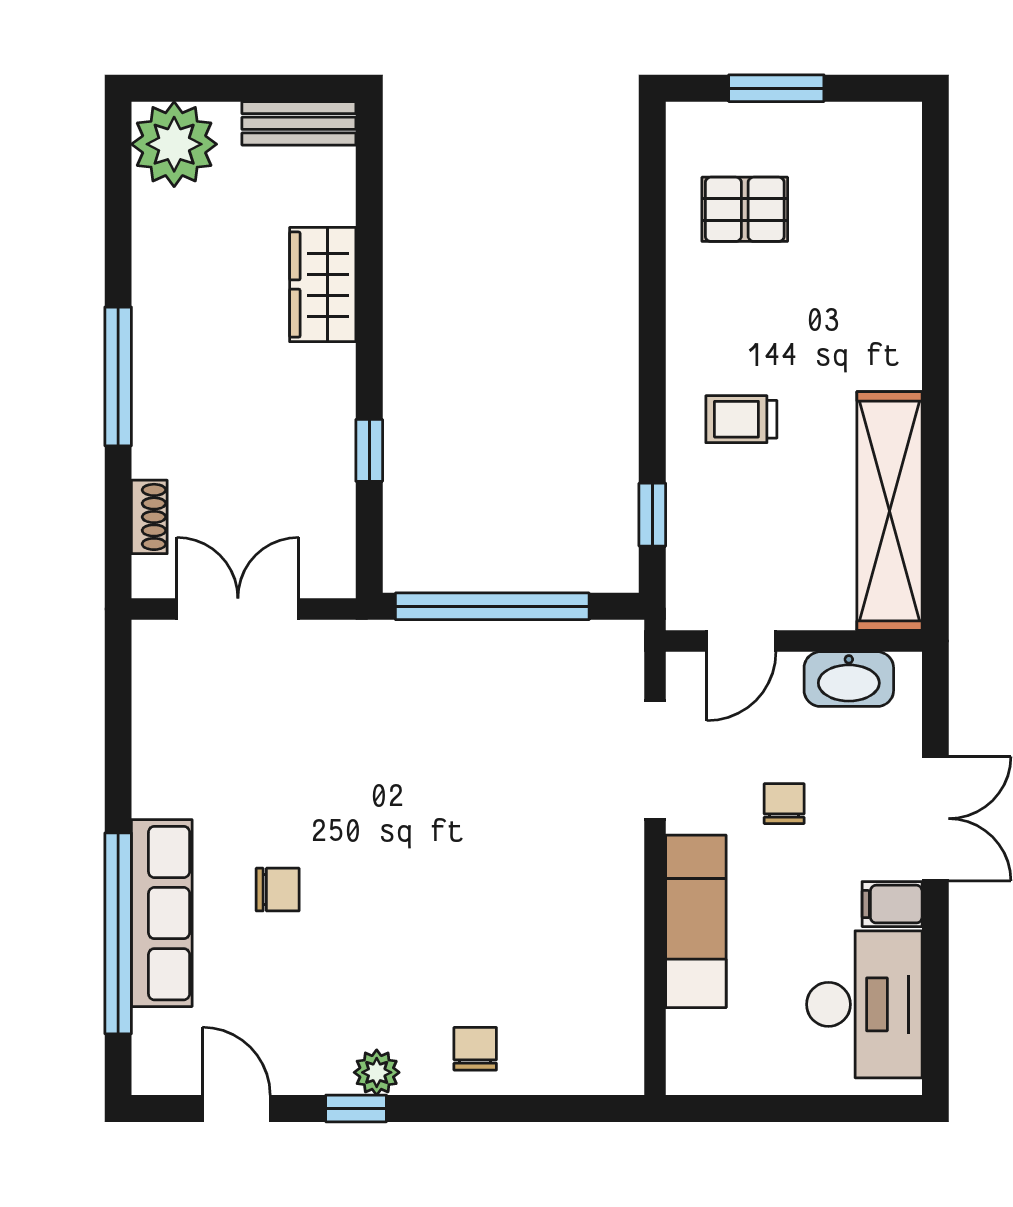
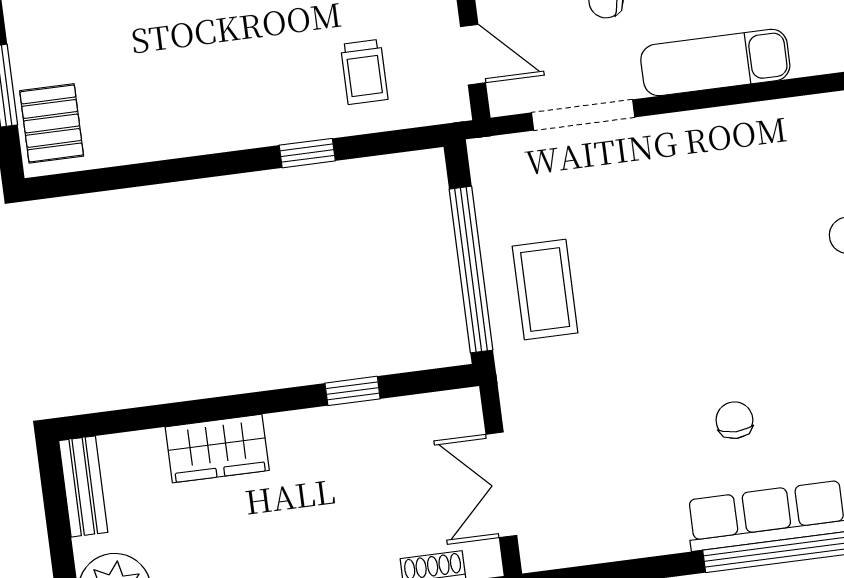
pallet: (745, 209) -> (52, 123), moved
trolley: (741, 419) -> (364, 72), moved
window: (652, 515) -> (307, 153), moved
coffee table: (458, 689) -> (545, 290), added

